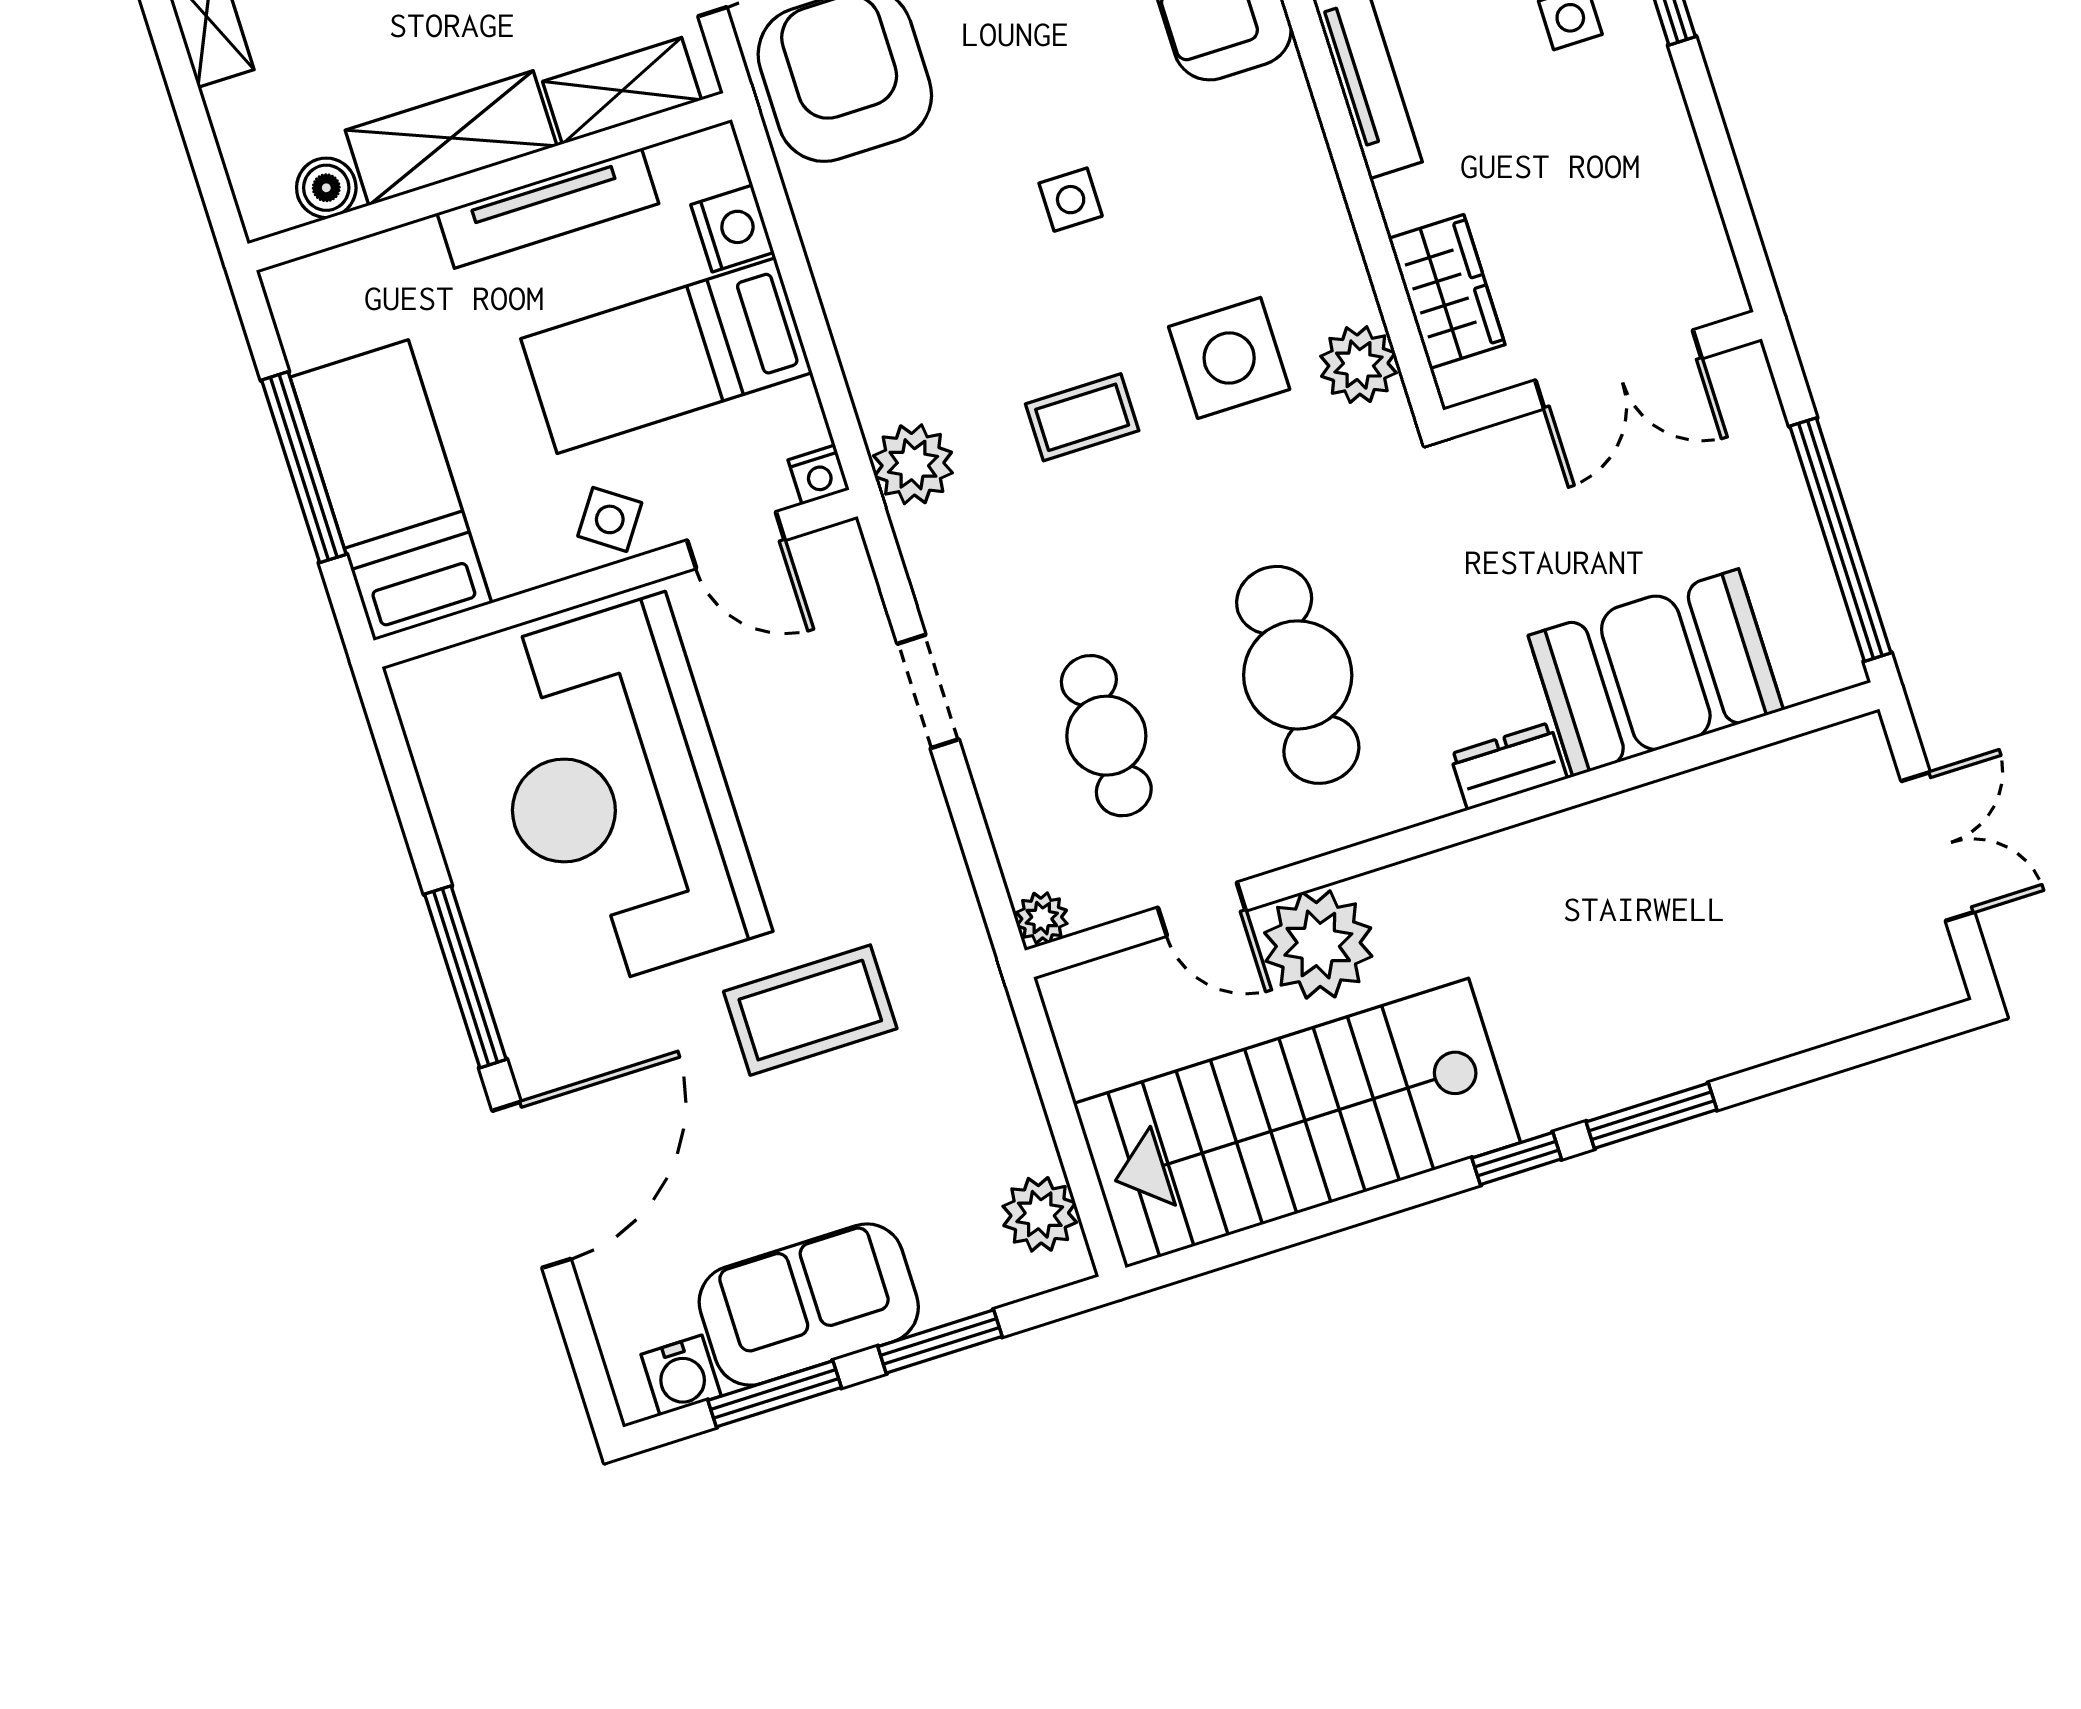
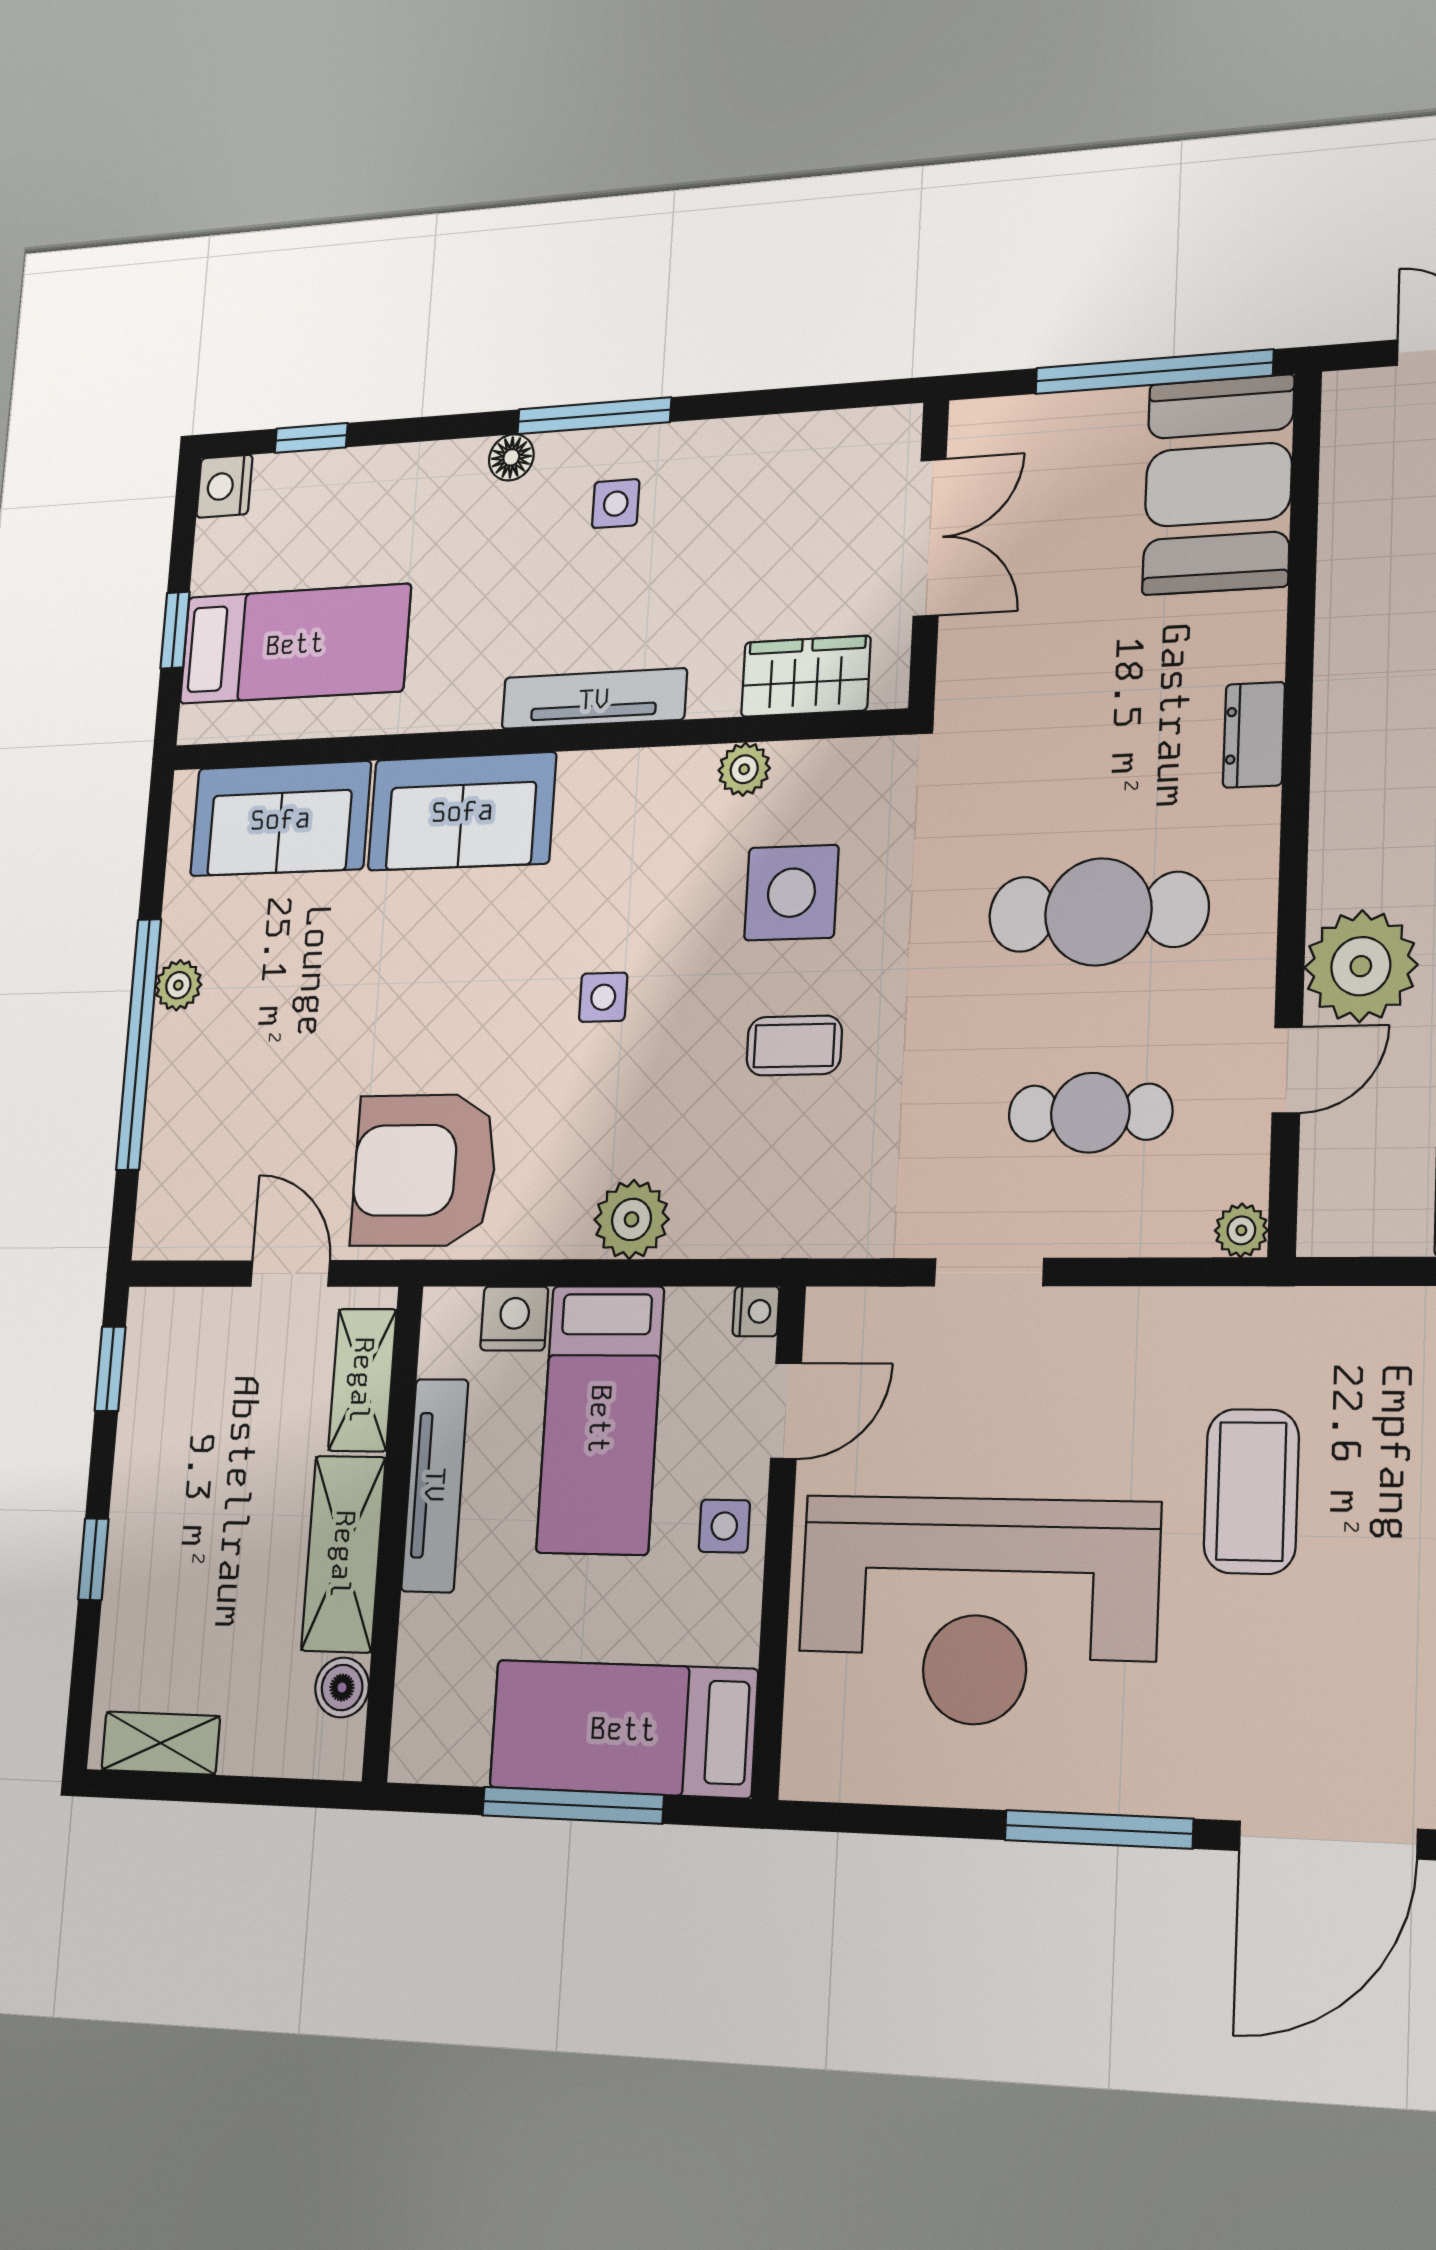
plant: (1358, 365) -> (744, 769), moved, width x0.73, depth x0.73
coffee table: (1082, 417) -> (794, 1046), turned 90
plant: (913, 464) -> (632, 1219), moved
side table: (610, 519) -> (724, 1526), turned -35
booth: (1656, 673) -> (1218, 485), moved
door: (531, 1185) -> (1328, 1840), swing flipped

